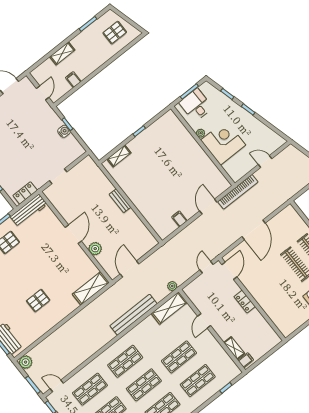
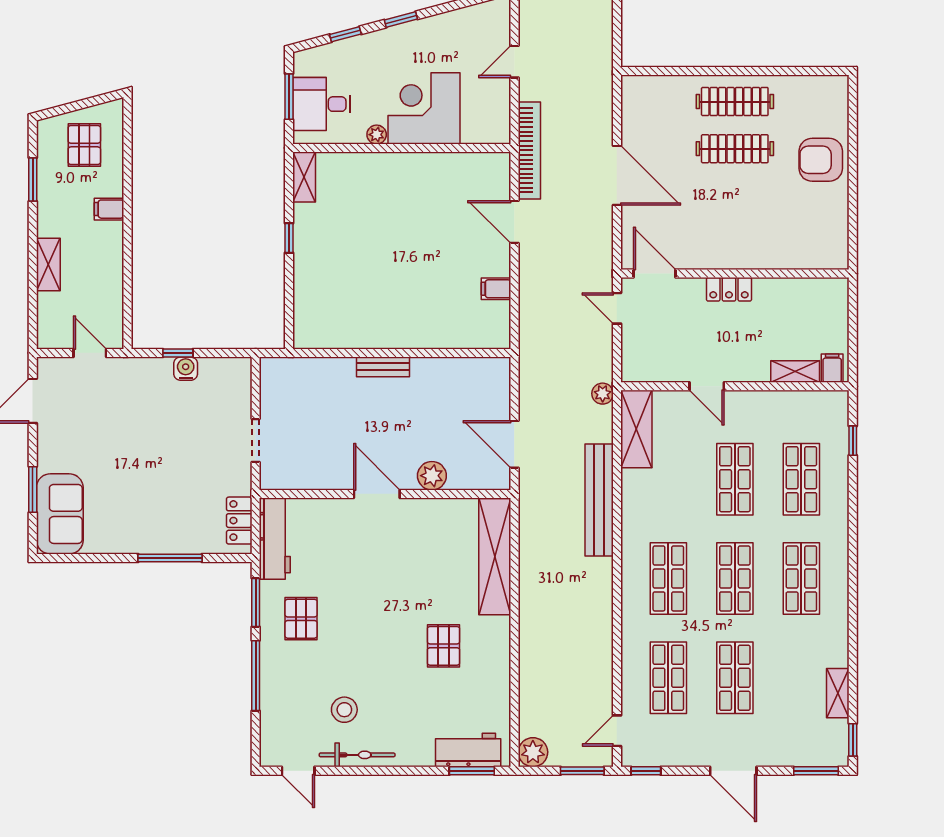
filing cabinet: (73, 80) -> (109, 209), moved
shelving: (119, 156) -> (304, 177), moved
shelving: (91, 288) -> (495, 557), width x1.47

